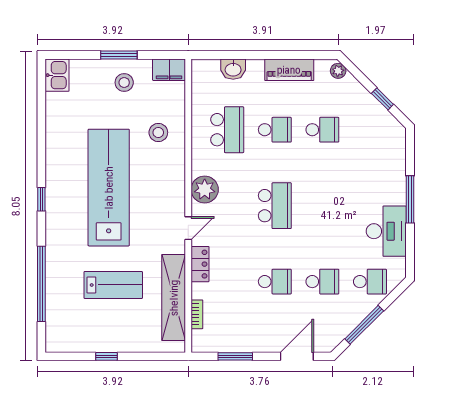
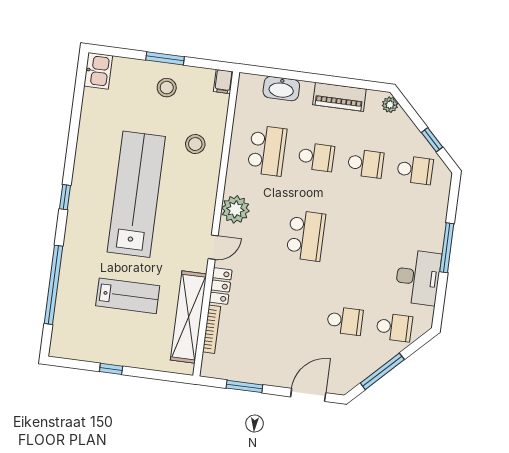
washbasin: (233, 69) -> (281, 89), width x1.38
filing cabinet: (169, 70) -> (223, 82), width x0.50
school desk: (275, 282) -> (415, 170), moved
bookcase: (197, 314) -> (212, 329), width x1.56

